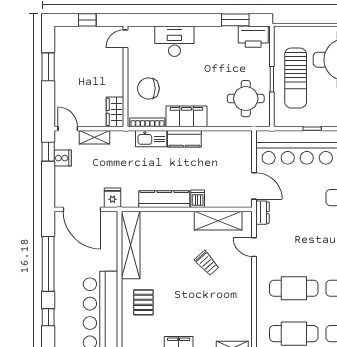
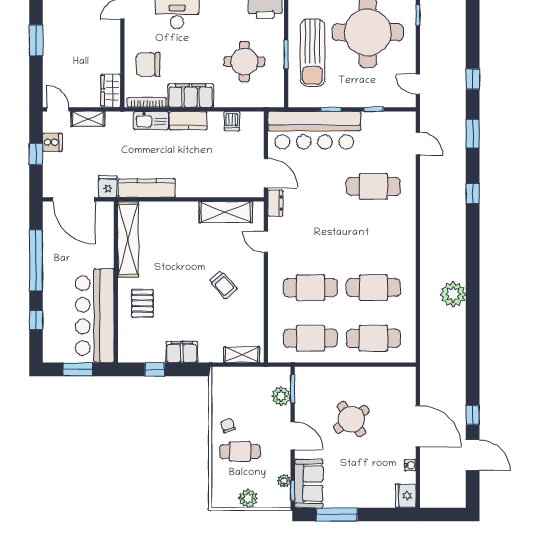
round table: (246, 99) -> (244, 62), moved
window: (48, 152) -> (36, 154), moved
kitchen counter: (164, 199) -> (147, 188), moved
dishwasher: (198, 199) -> (232, 121), moved, turned 180
trolley: (207, 263) -> (223, 285), moved

